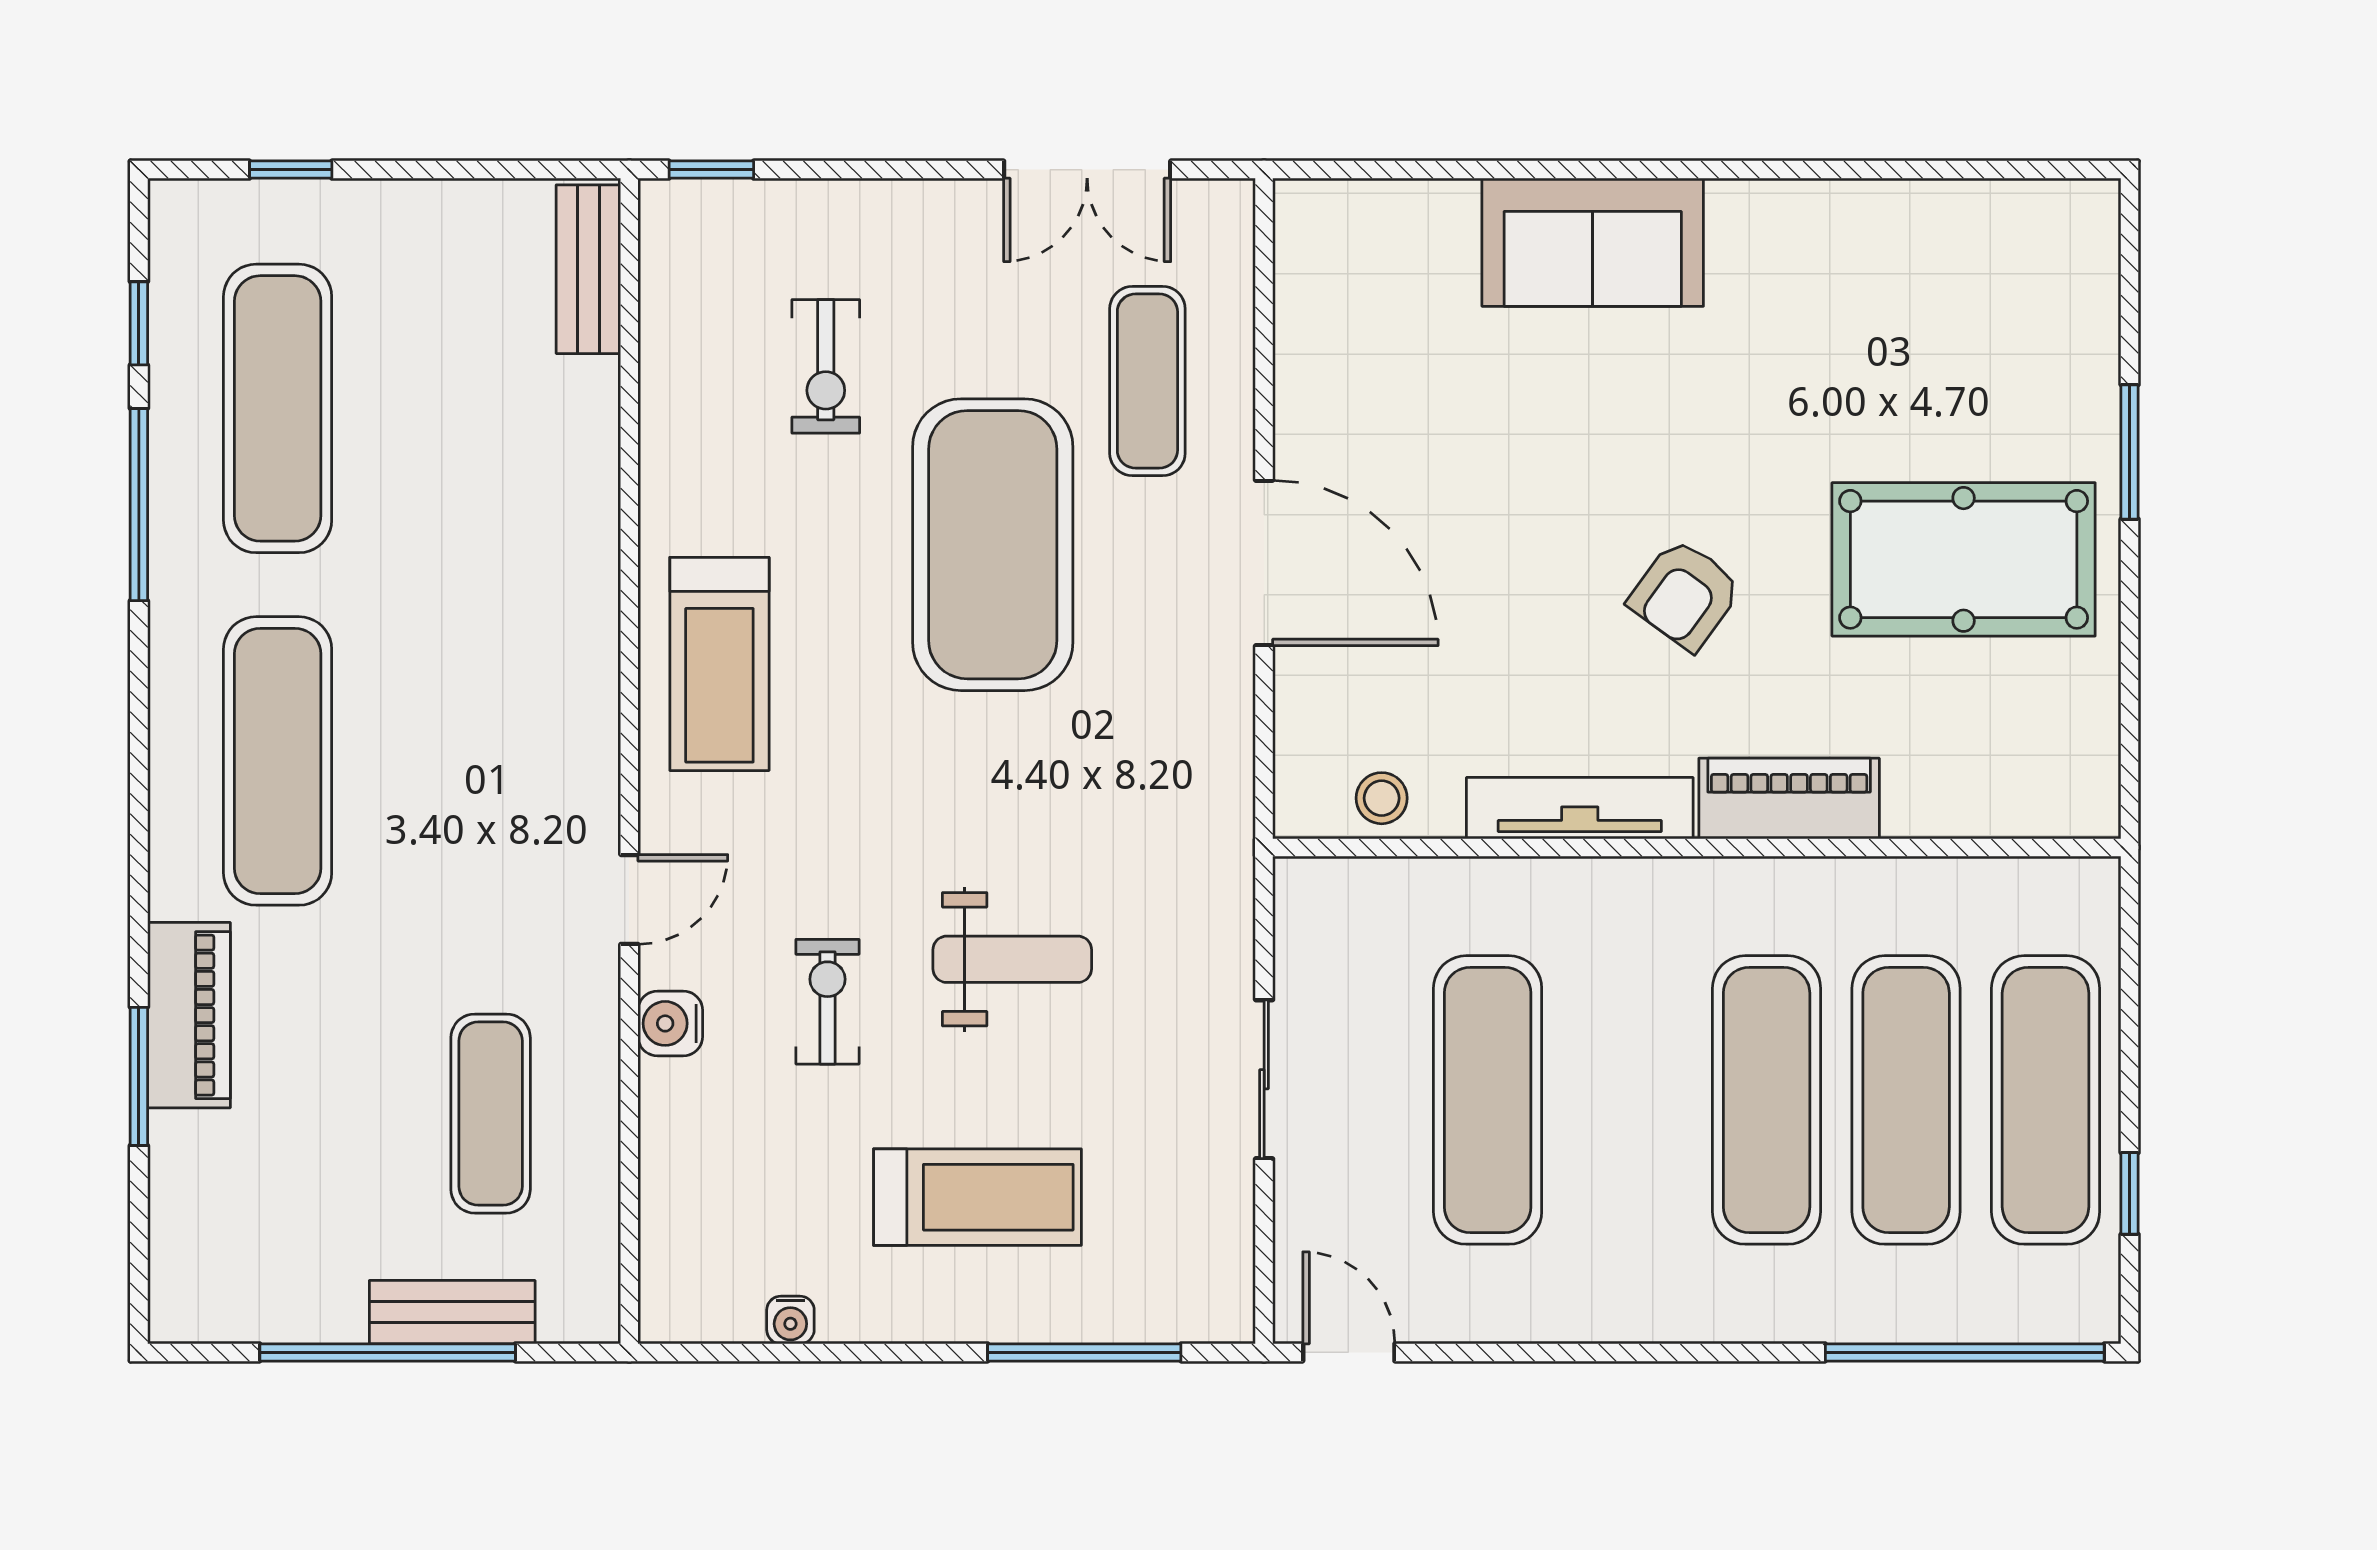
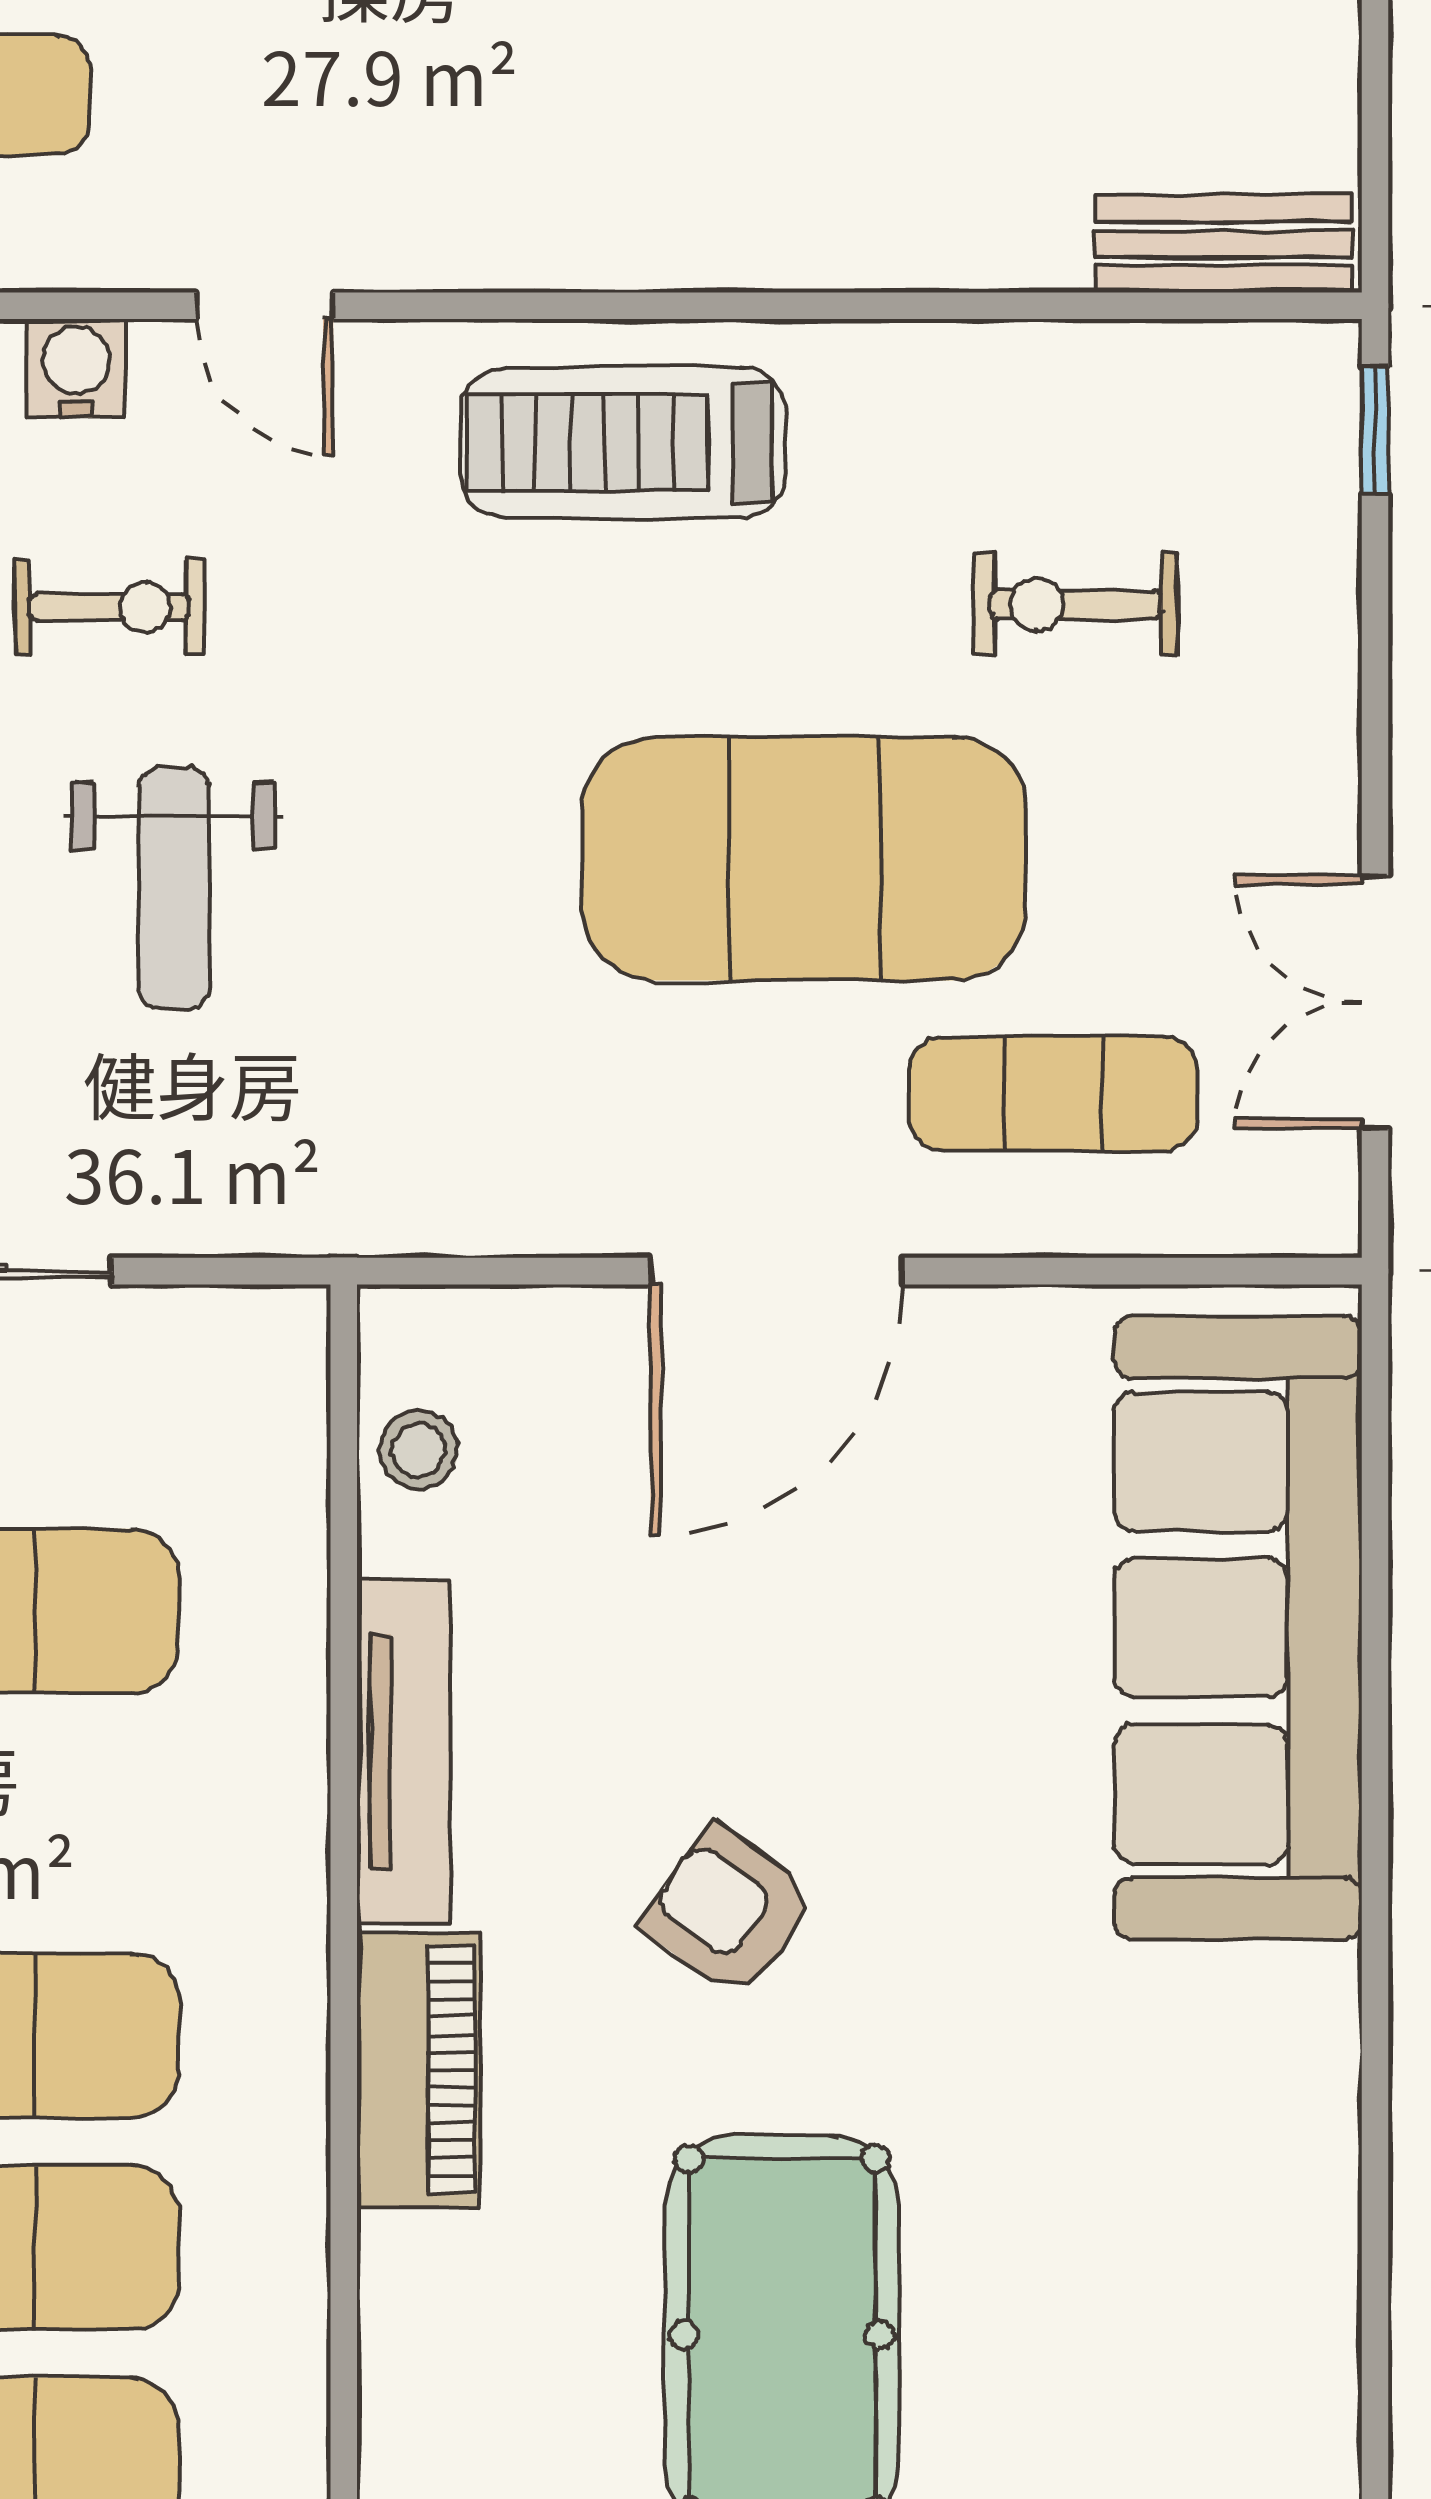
sofa: (1593, 242) -> (1238, 1628), width x1.85, depth x1.27

